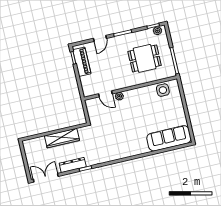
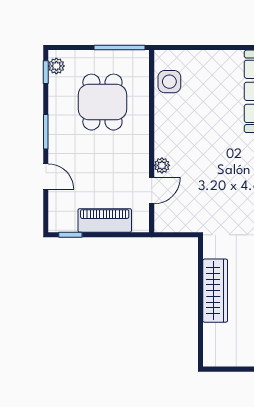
piano: (82, 62) -> (105, 220), moved

